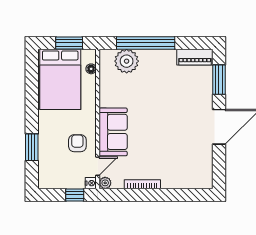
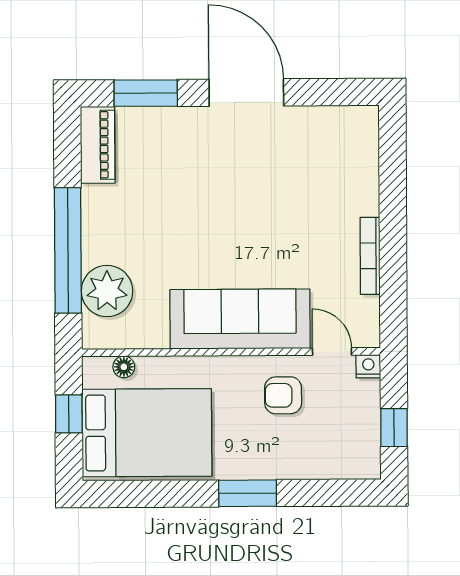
window: (69, 43) -> (69, 414), width x0.67
sofa: (113, 132) -> (240, 319), width x1.36
window: (32, 147) -> (248, 493), moved
plant: (105, 183) -> (368, 335), removed
window: (75, 195) -> (394, 428), moved

